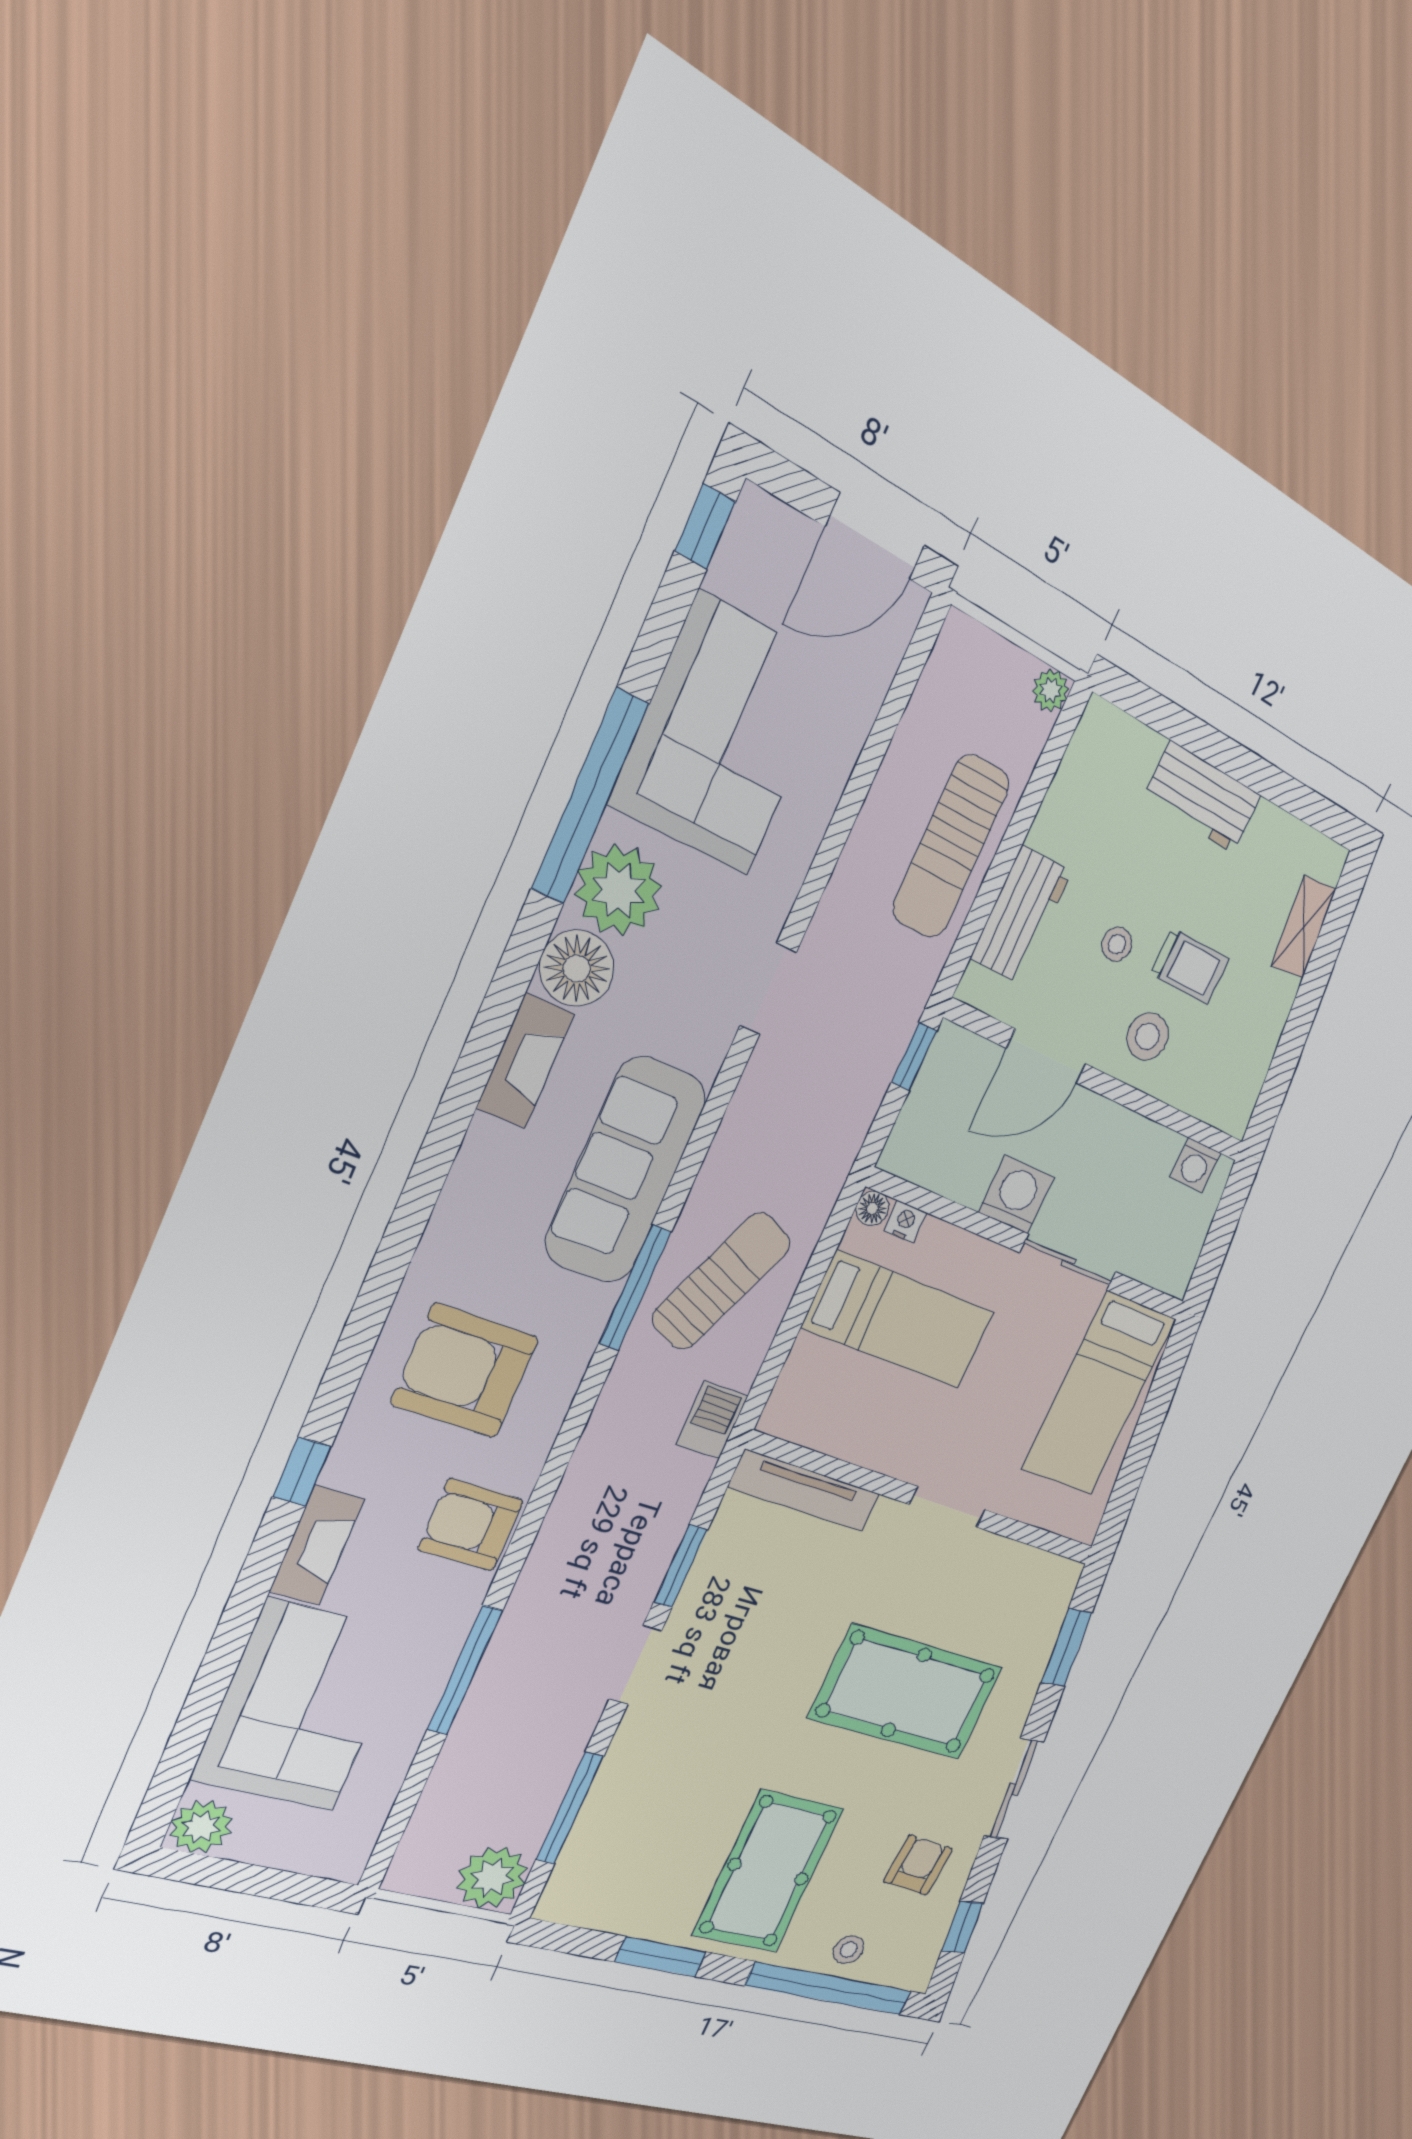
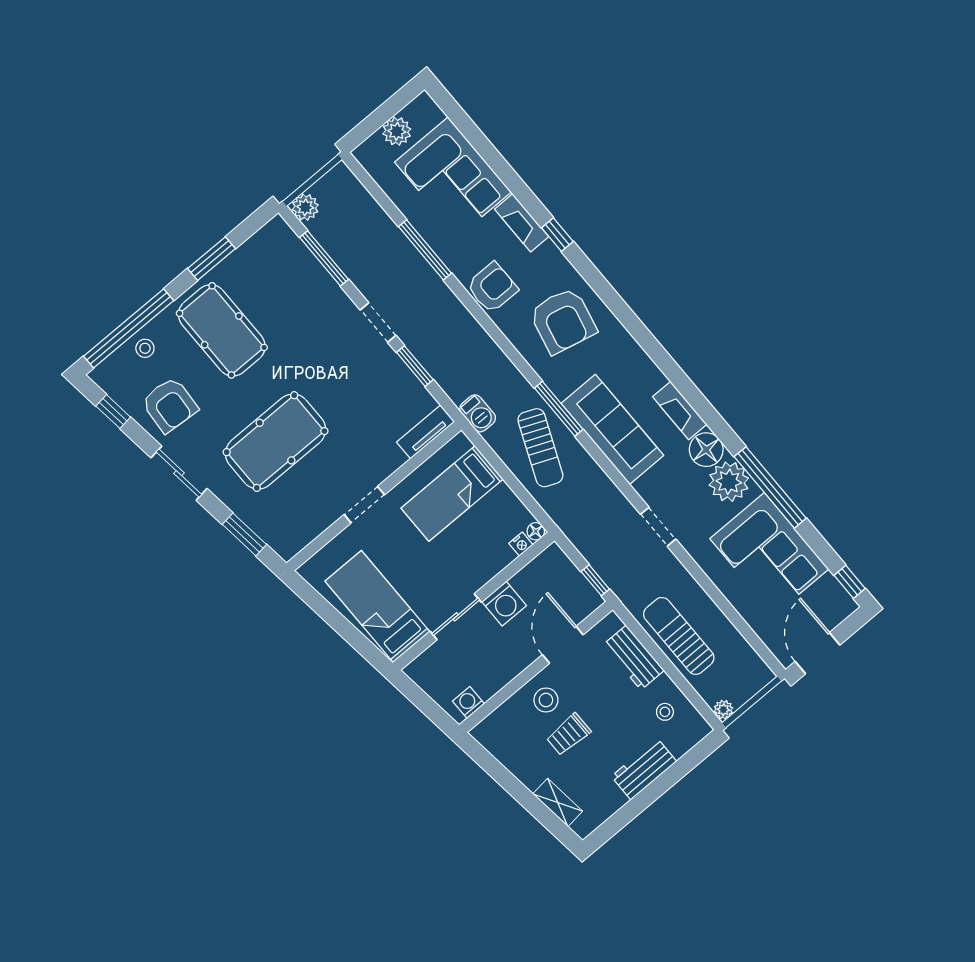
stool: (1117, 944) -> (665, 712), moved
bed: (899, 1320) -> (452, 494), moved
armchair: (465, 1371) -> (563, 321), turned 103
tv unit: (804, 1491) -> (426, 432), width x0.71
plant: (201, 1827) -> (397, 131), moved
armchair: (918, 1865) -> (170, 405), width x1.38, depth x1.38
plant: (492, 1878) -> (305, 207), width x0.73, depth x0.73

